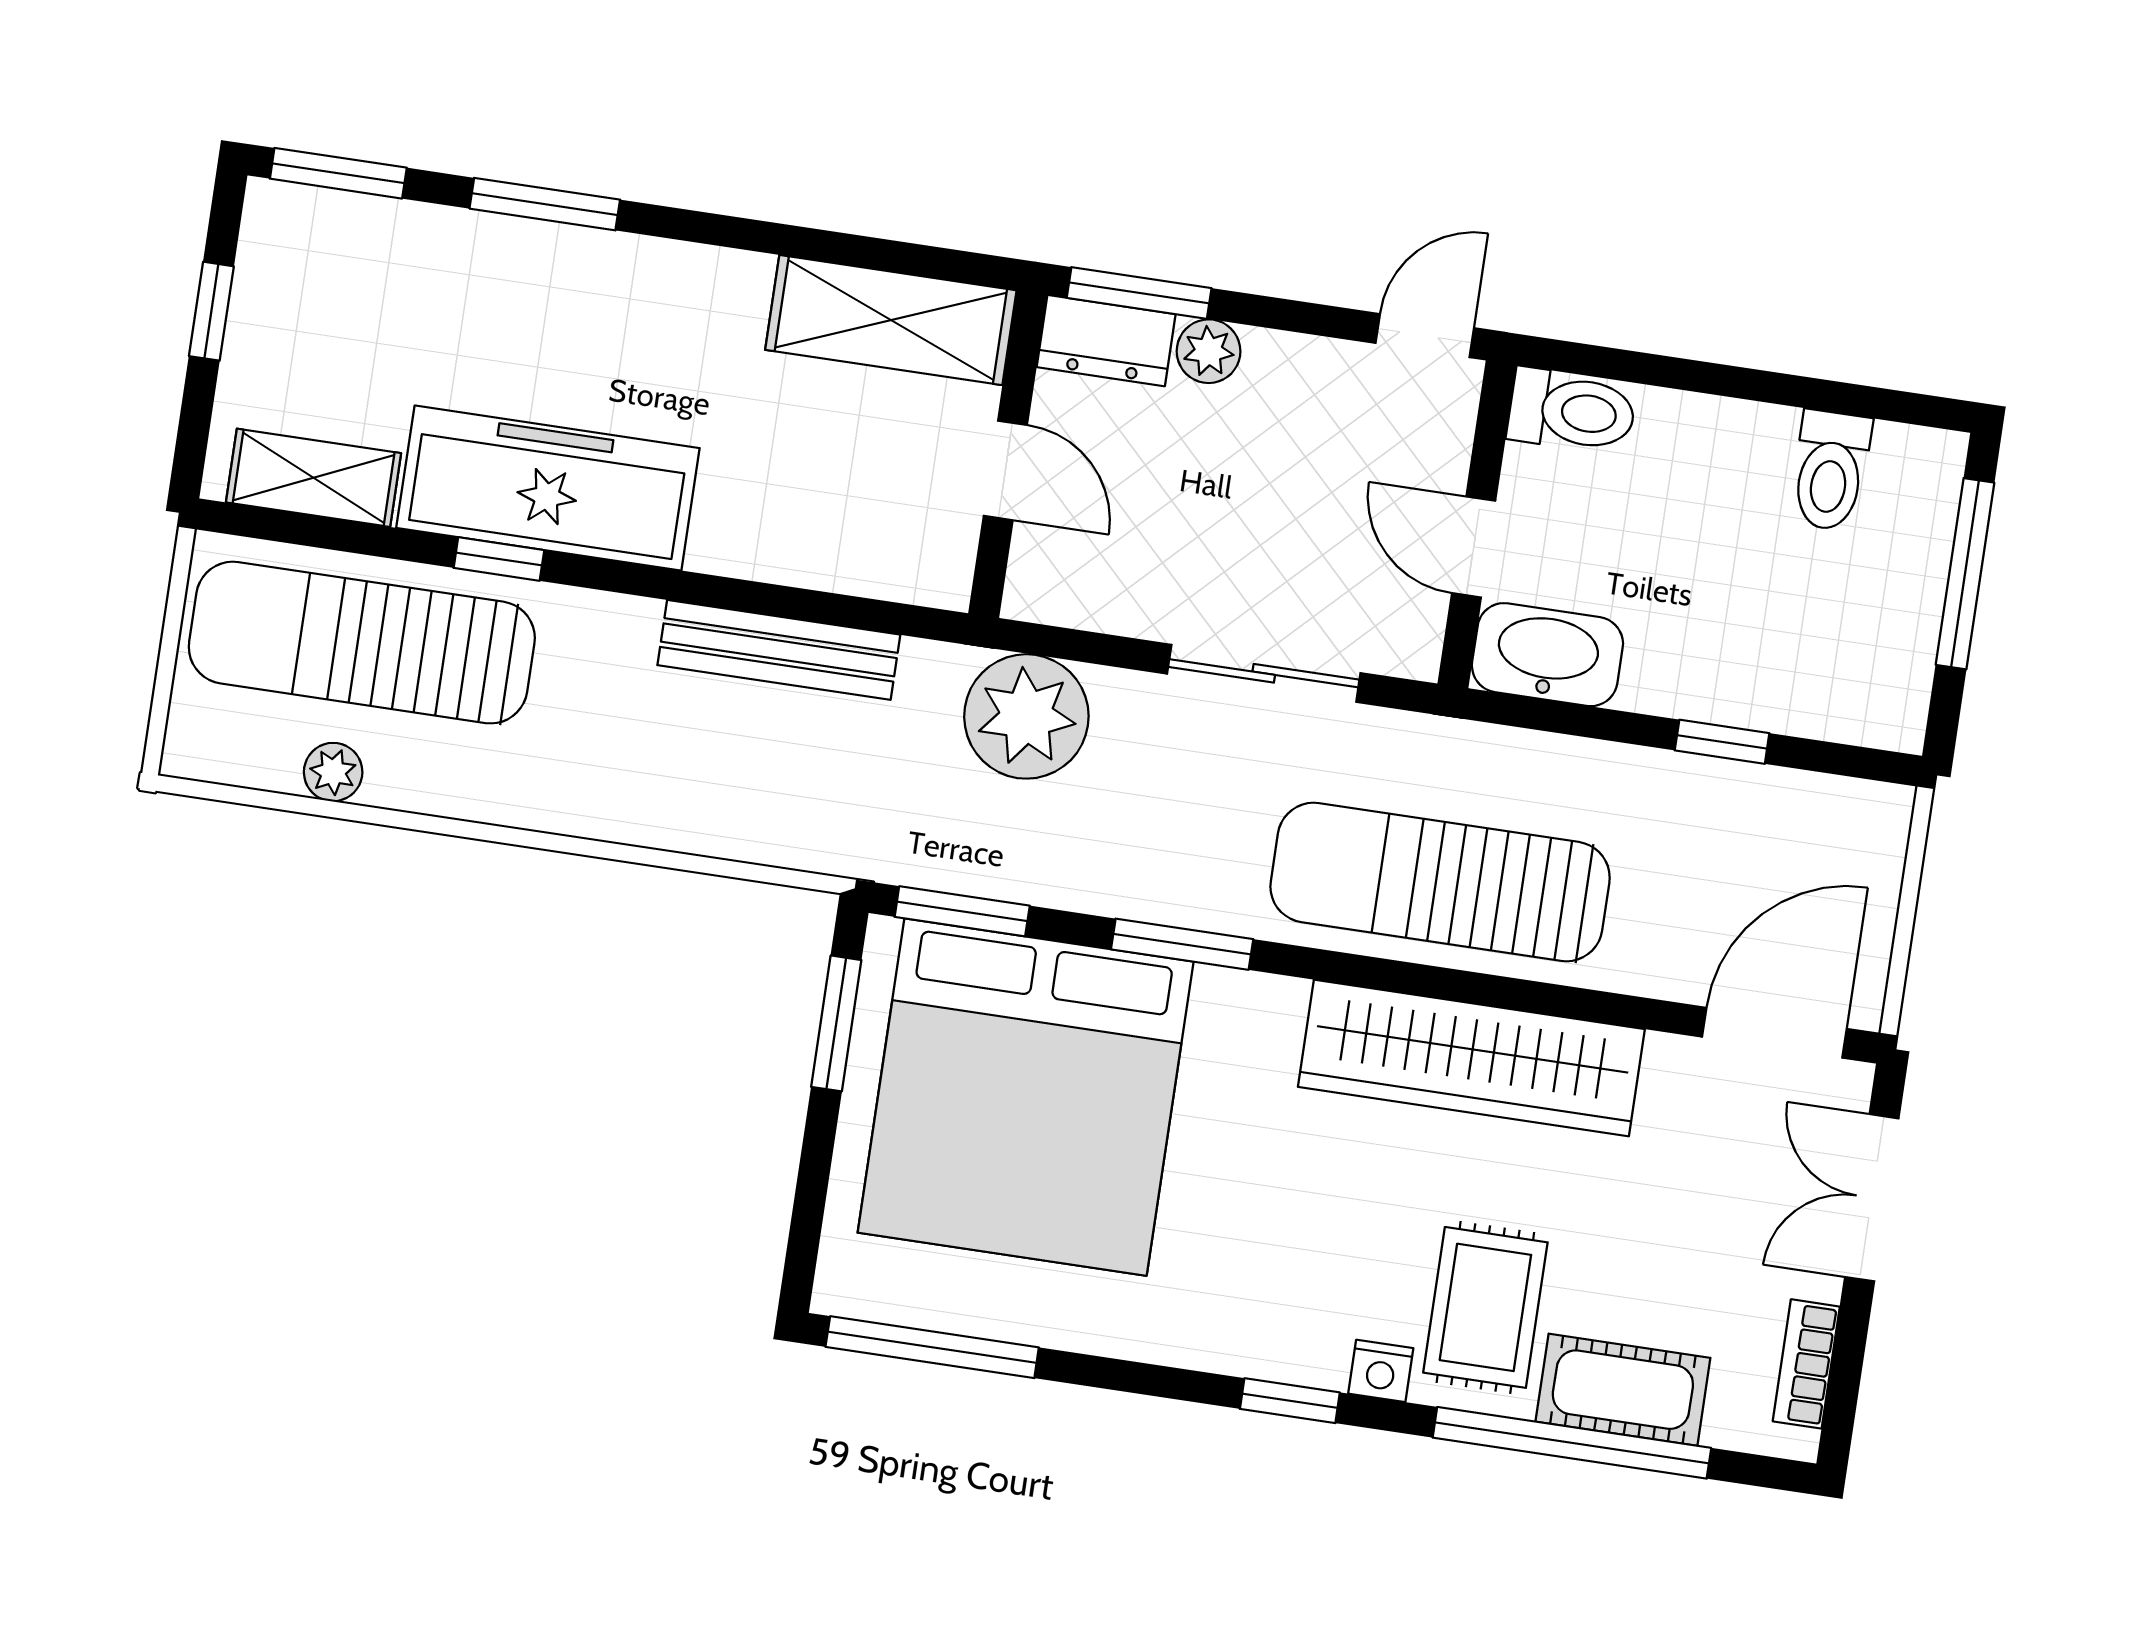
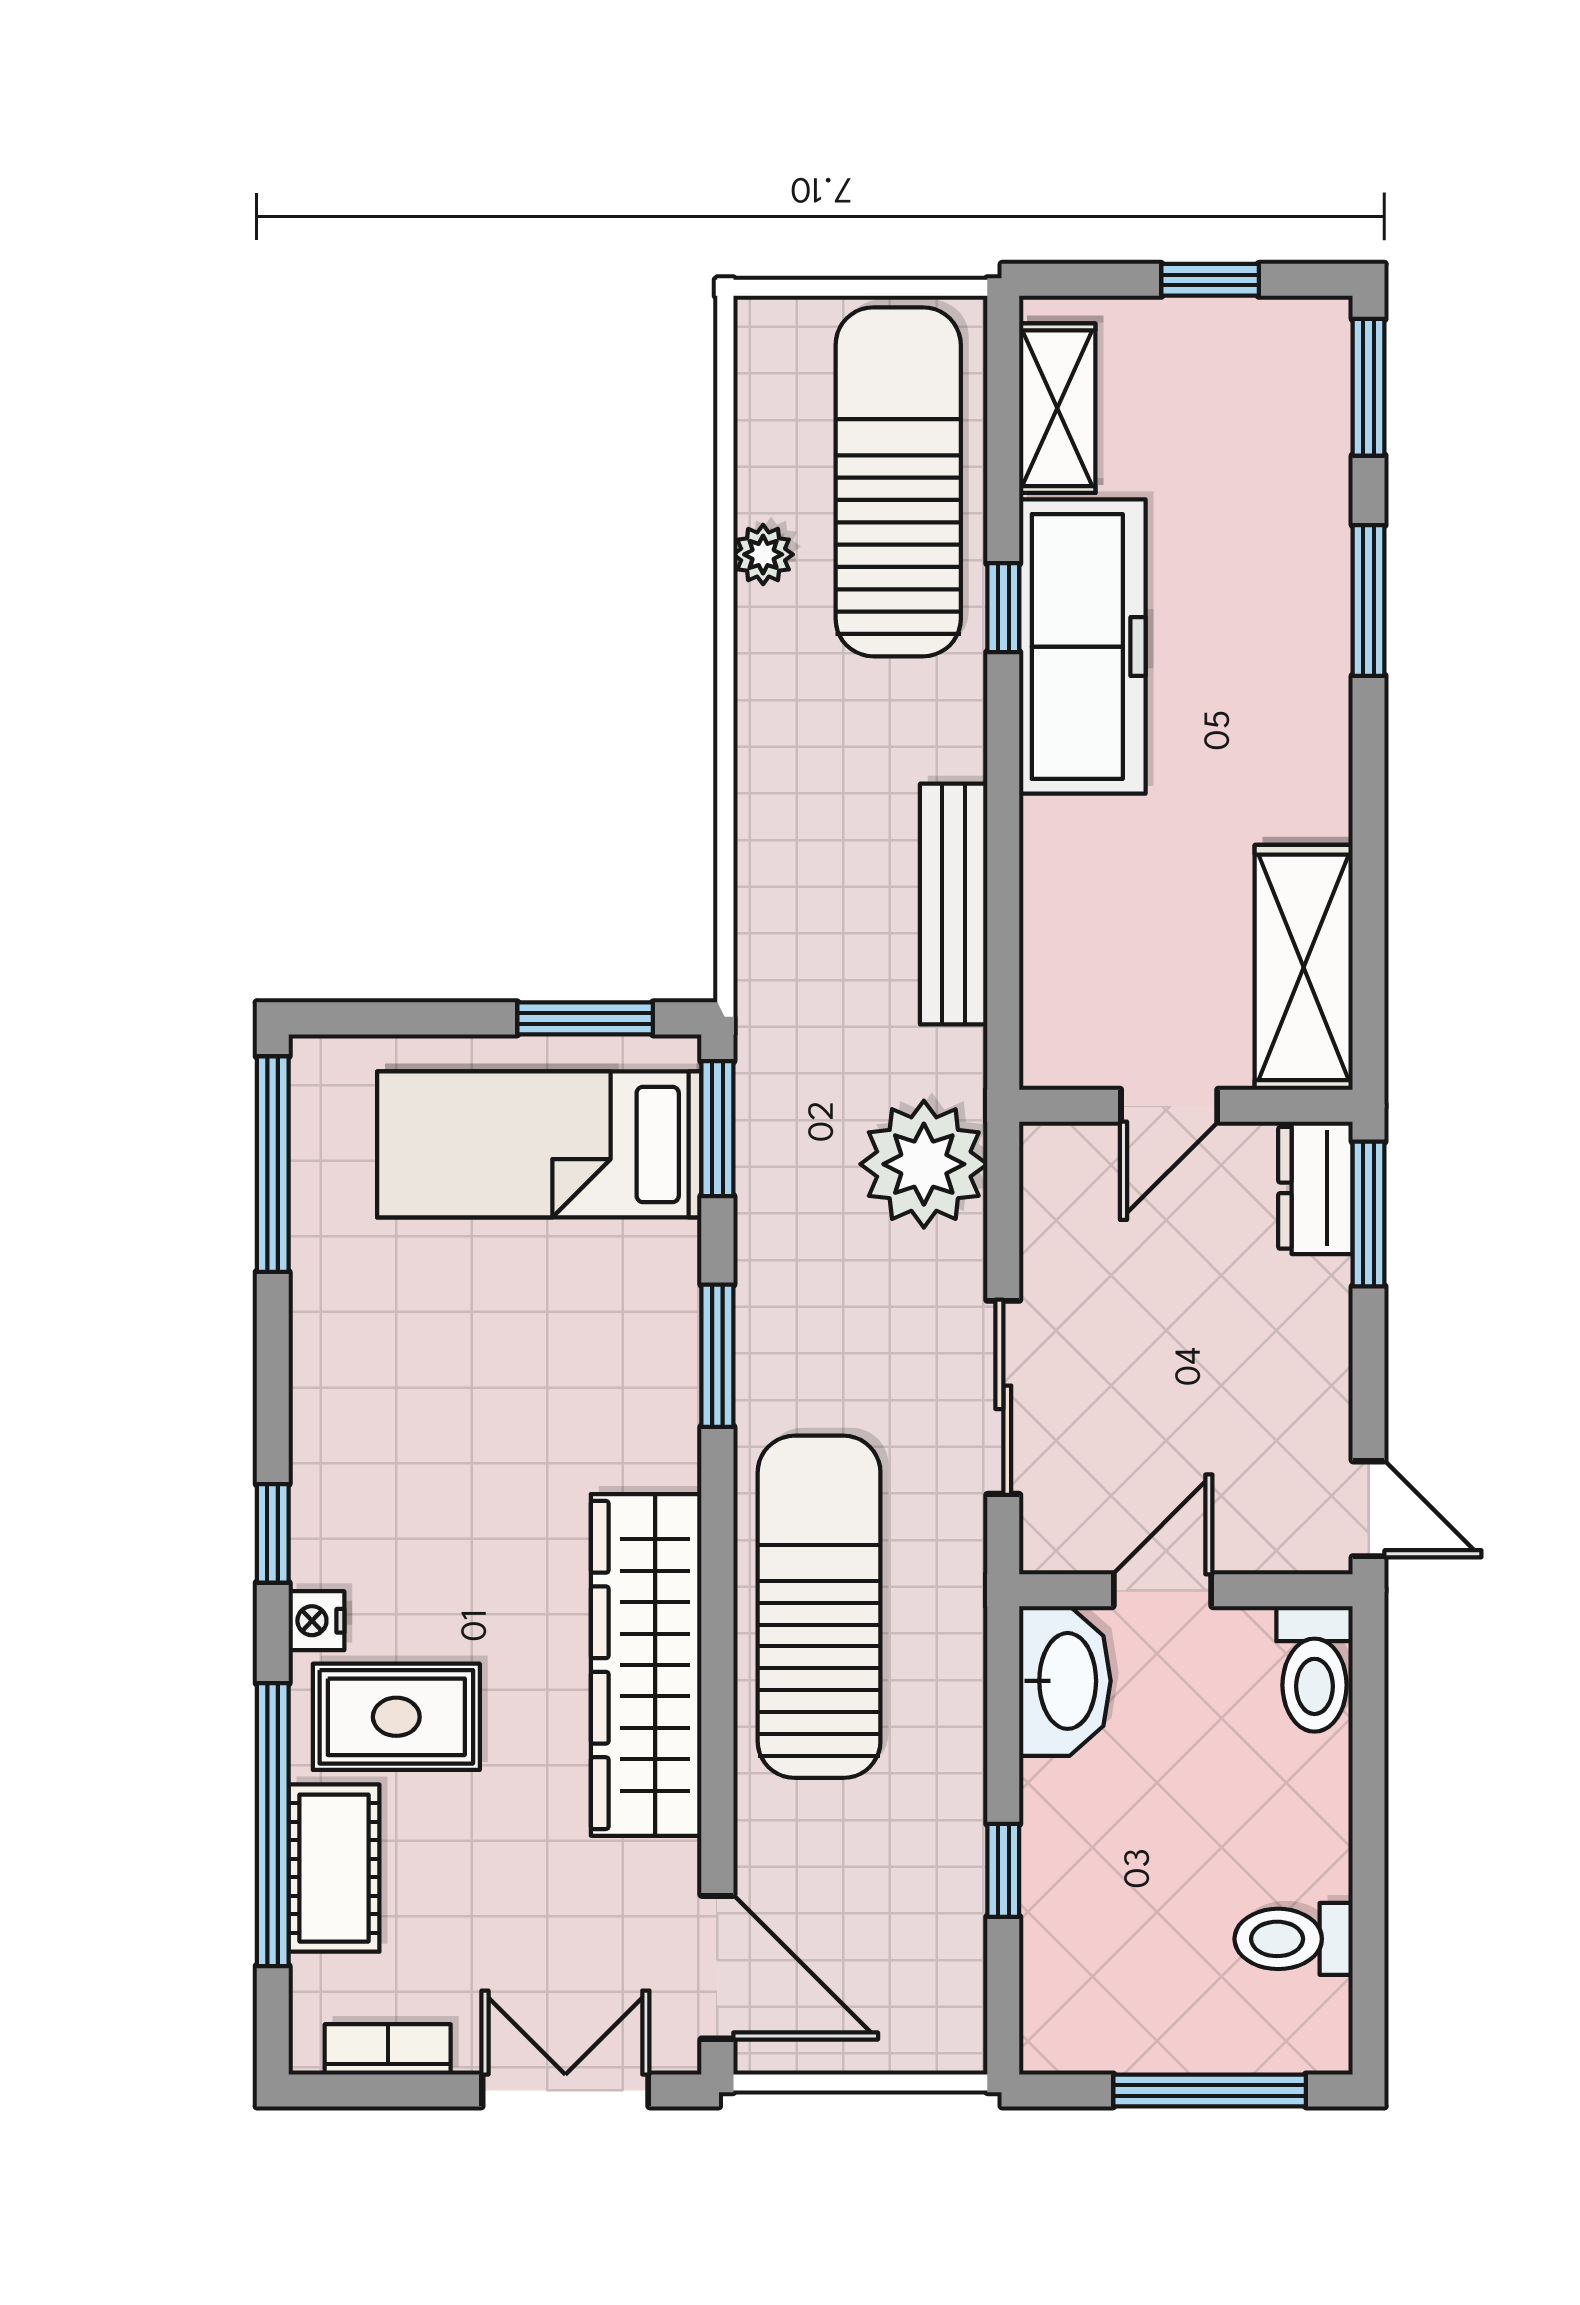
plant: (1209, 351) -> (1320, 1293), removed
plant: (333, 772) -> (763, 554), moved
bed: (1026, 1097) -> (539, 1144), width x0.49

